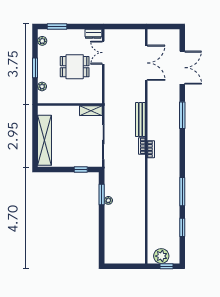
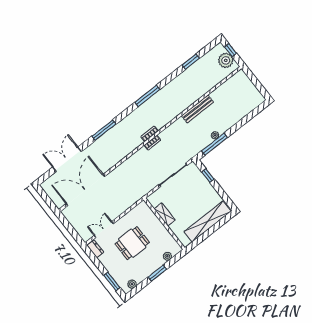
double door: (103, 53) -> (104, 230), swing flipped
double door: (146, 63) -> (85, 190), width x1.36
dining table: (75, 67) -> (132, 243), turned 90
shelving: (91, 111) -> (165, 214), moved
bench: (140, 120) -> (197, 109), moved
window: (182, 192) -> (147, 96), moved
window: (102, 194) -> (215, 144), width x1.44

